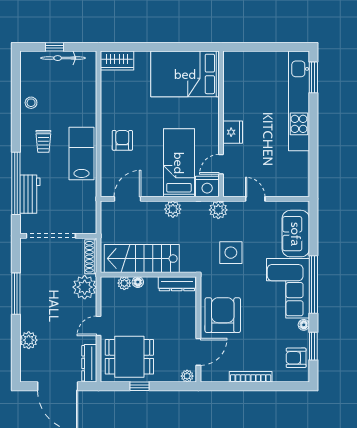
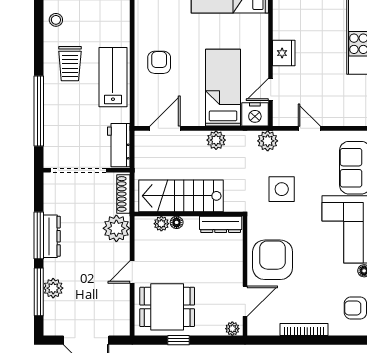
trolley: (43, 141) -> (70, 64), width x1.36, depth x1.39
workbench: (30, 194) -> (119, 145), moved, turned 180
window: (16, 344) -> (39, 292), added
dresser: (89, 363) -> (52, 236), moved, turned 180

